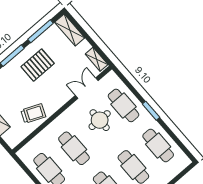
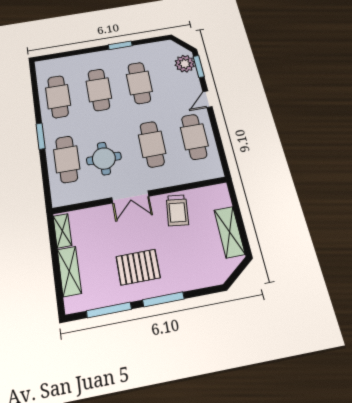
shelving: (70, 30) -> (69, 271), moved
double door: (87, 88) -> (130, 197), moved
trolley: (33, 114) -> (177, 210), turned -106

